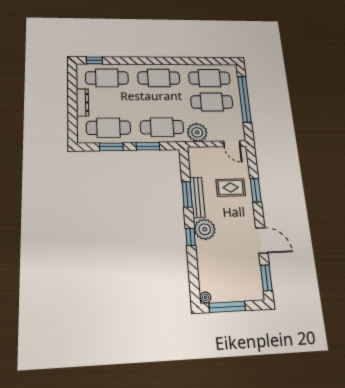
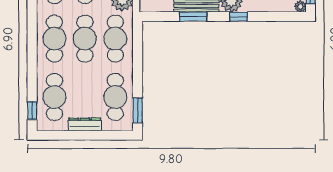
cafe table: (160, 102) -> (85, 39), added
window: (148, 146) -> (138, 55), removed
window: (111, 147) -> (138, 110), moved

